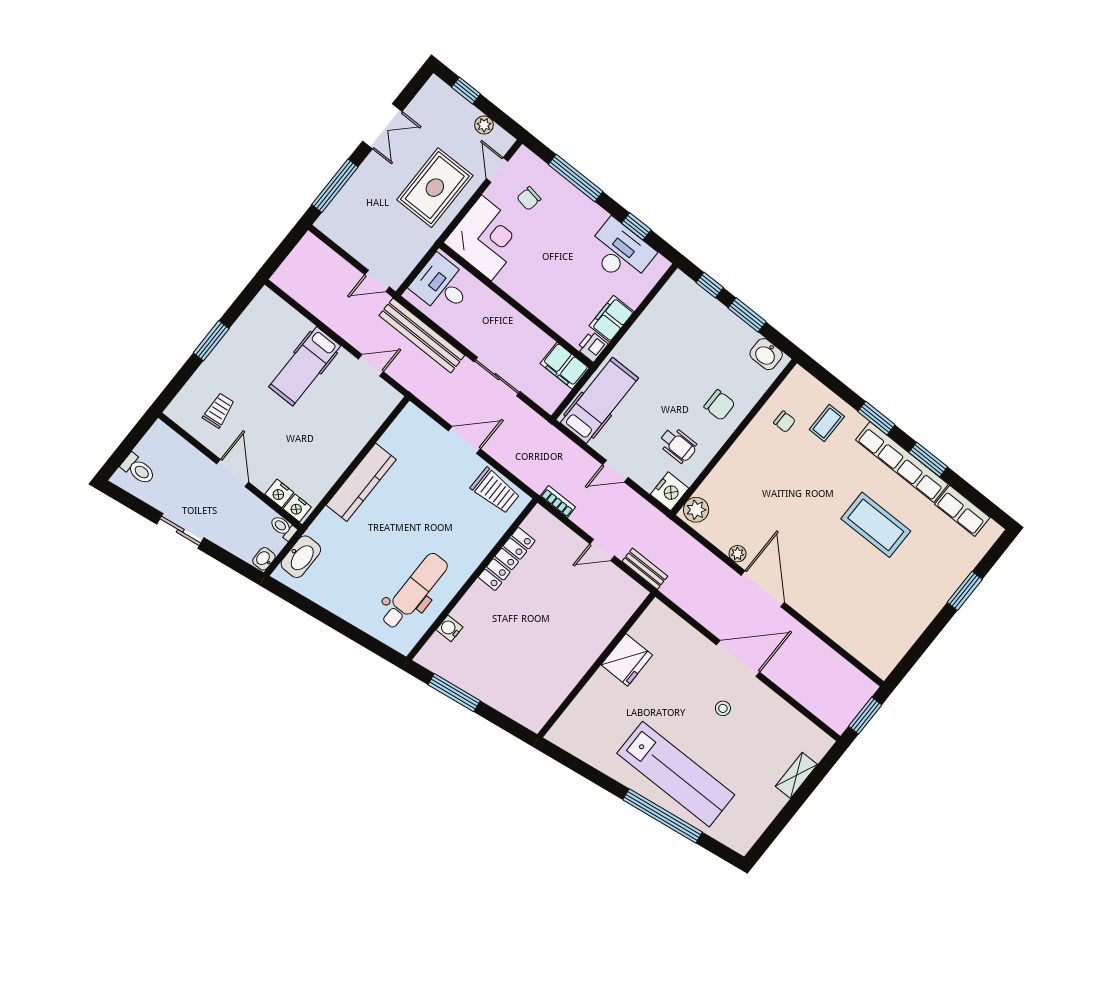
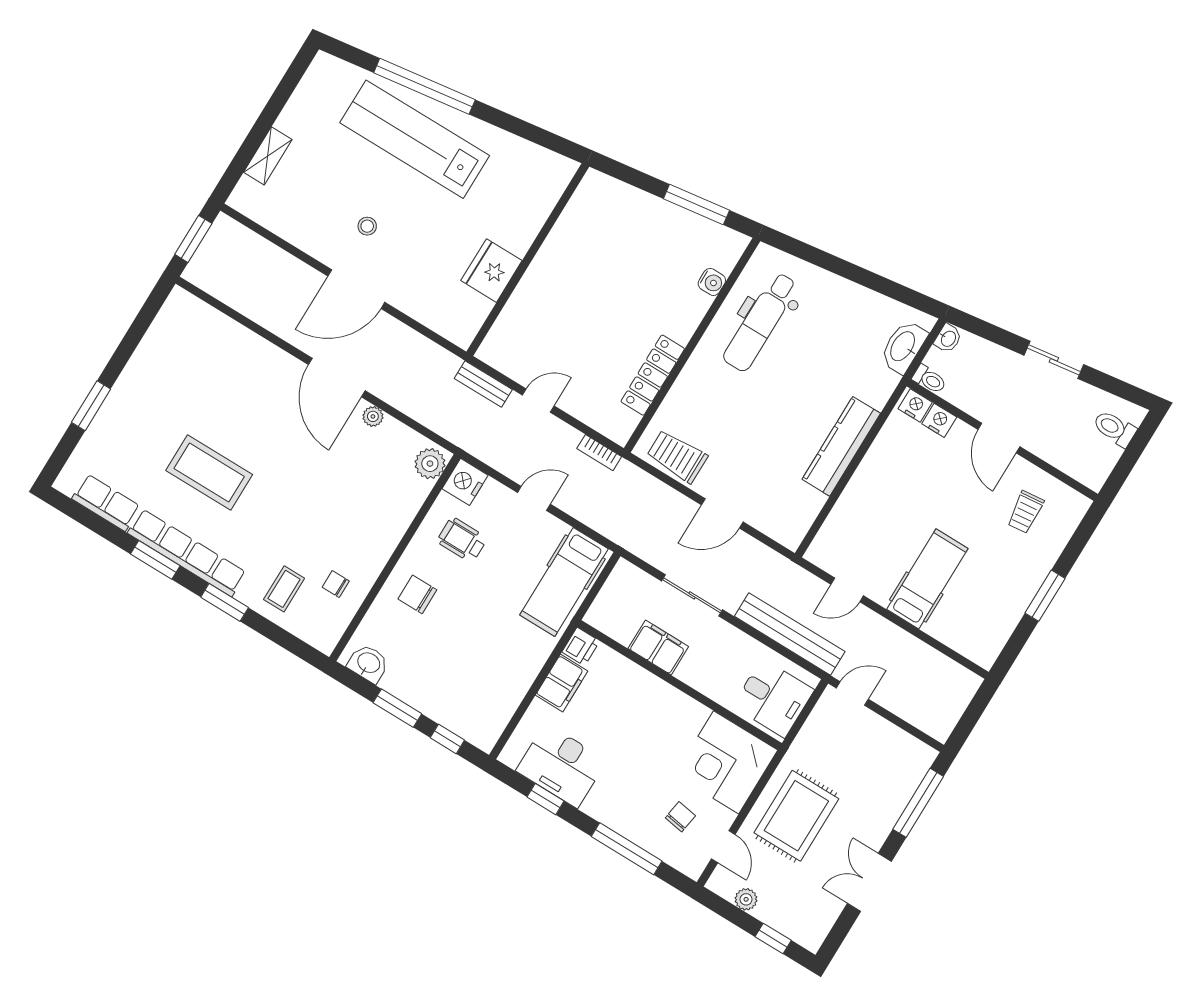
filing cabinet: (565, 366) -> (658, 647), moved

